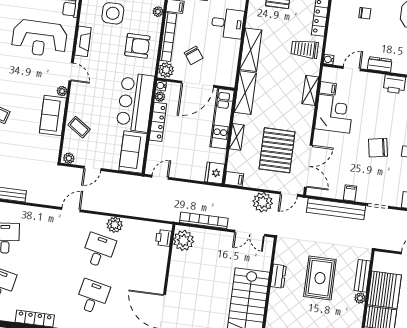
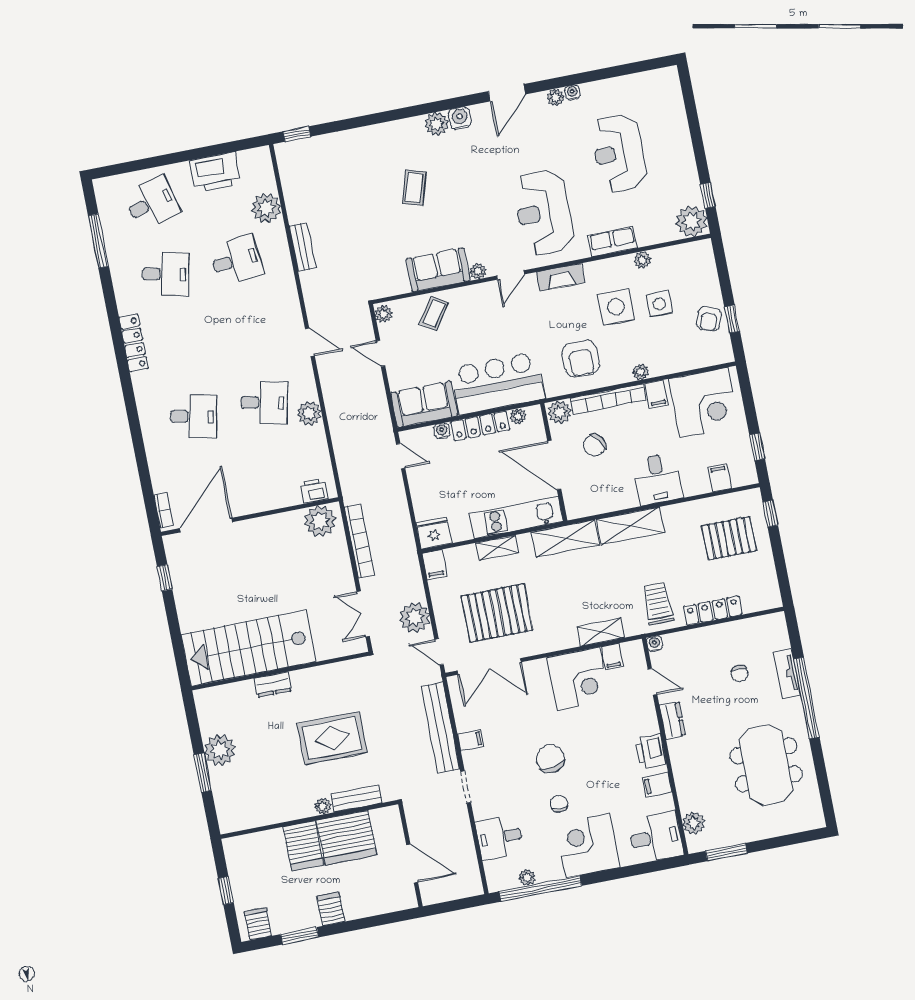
water cooler: (161, 86) -> (442, 431), moved
dresser: (278, 276) -> (273, 685), moved

